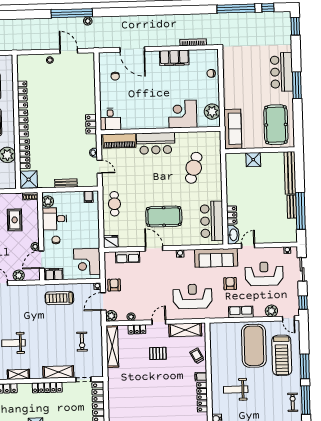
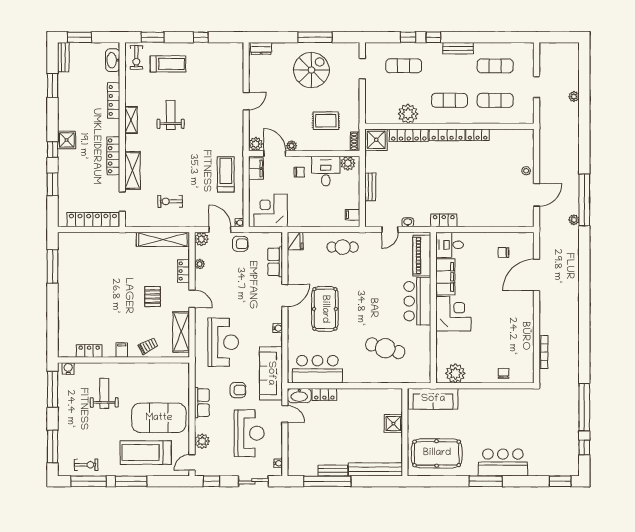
filing cabinet: (174, 58) -> (445, 277), moved, turned 180
locker: (22, 94) -> (478, 135), width x0.66
corner desk: (183, 114) -> (453, 314), moved
plant: (19, 275) -> (256, 144), moved
locker: (202, 397) -> (89, 351), width x0.66

